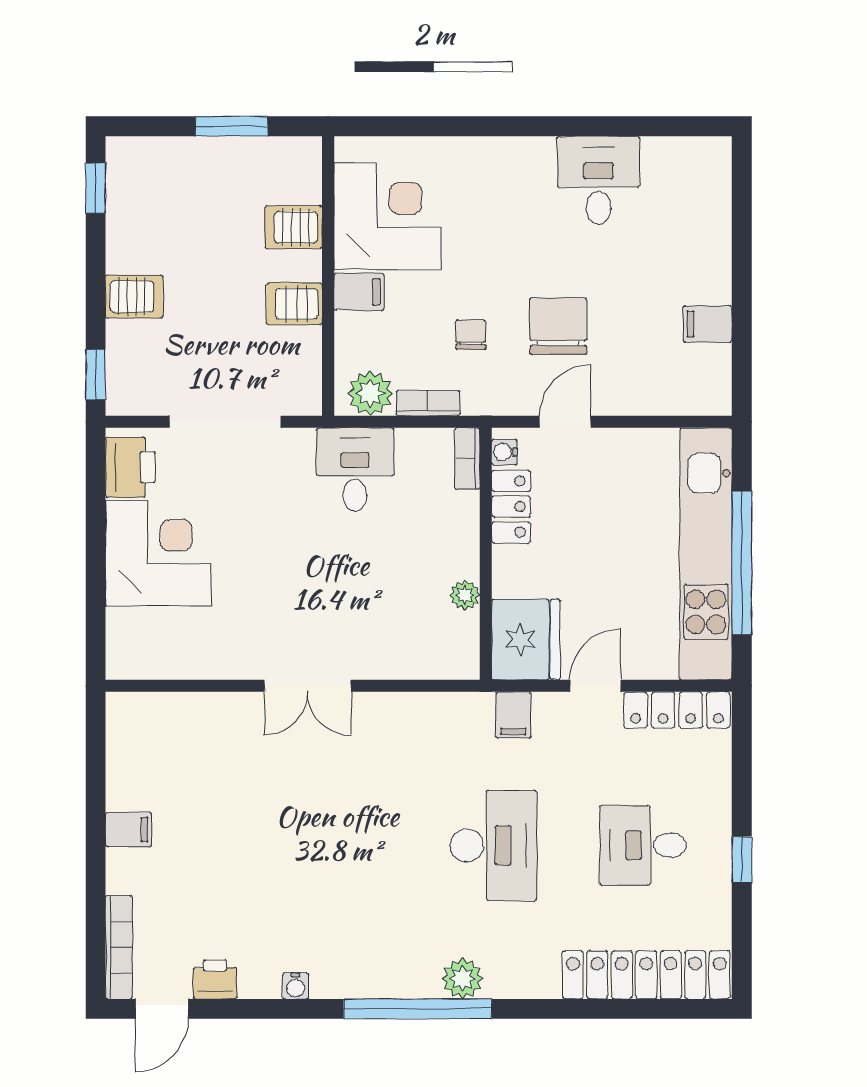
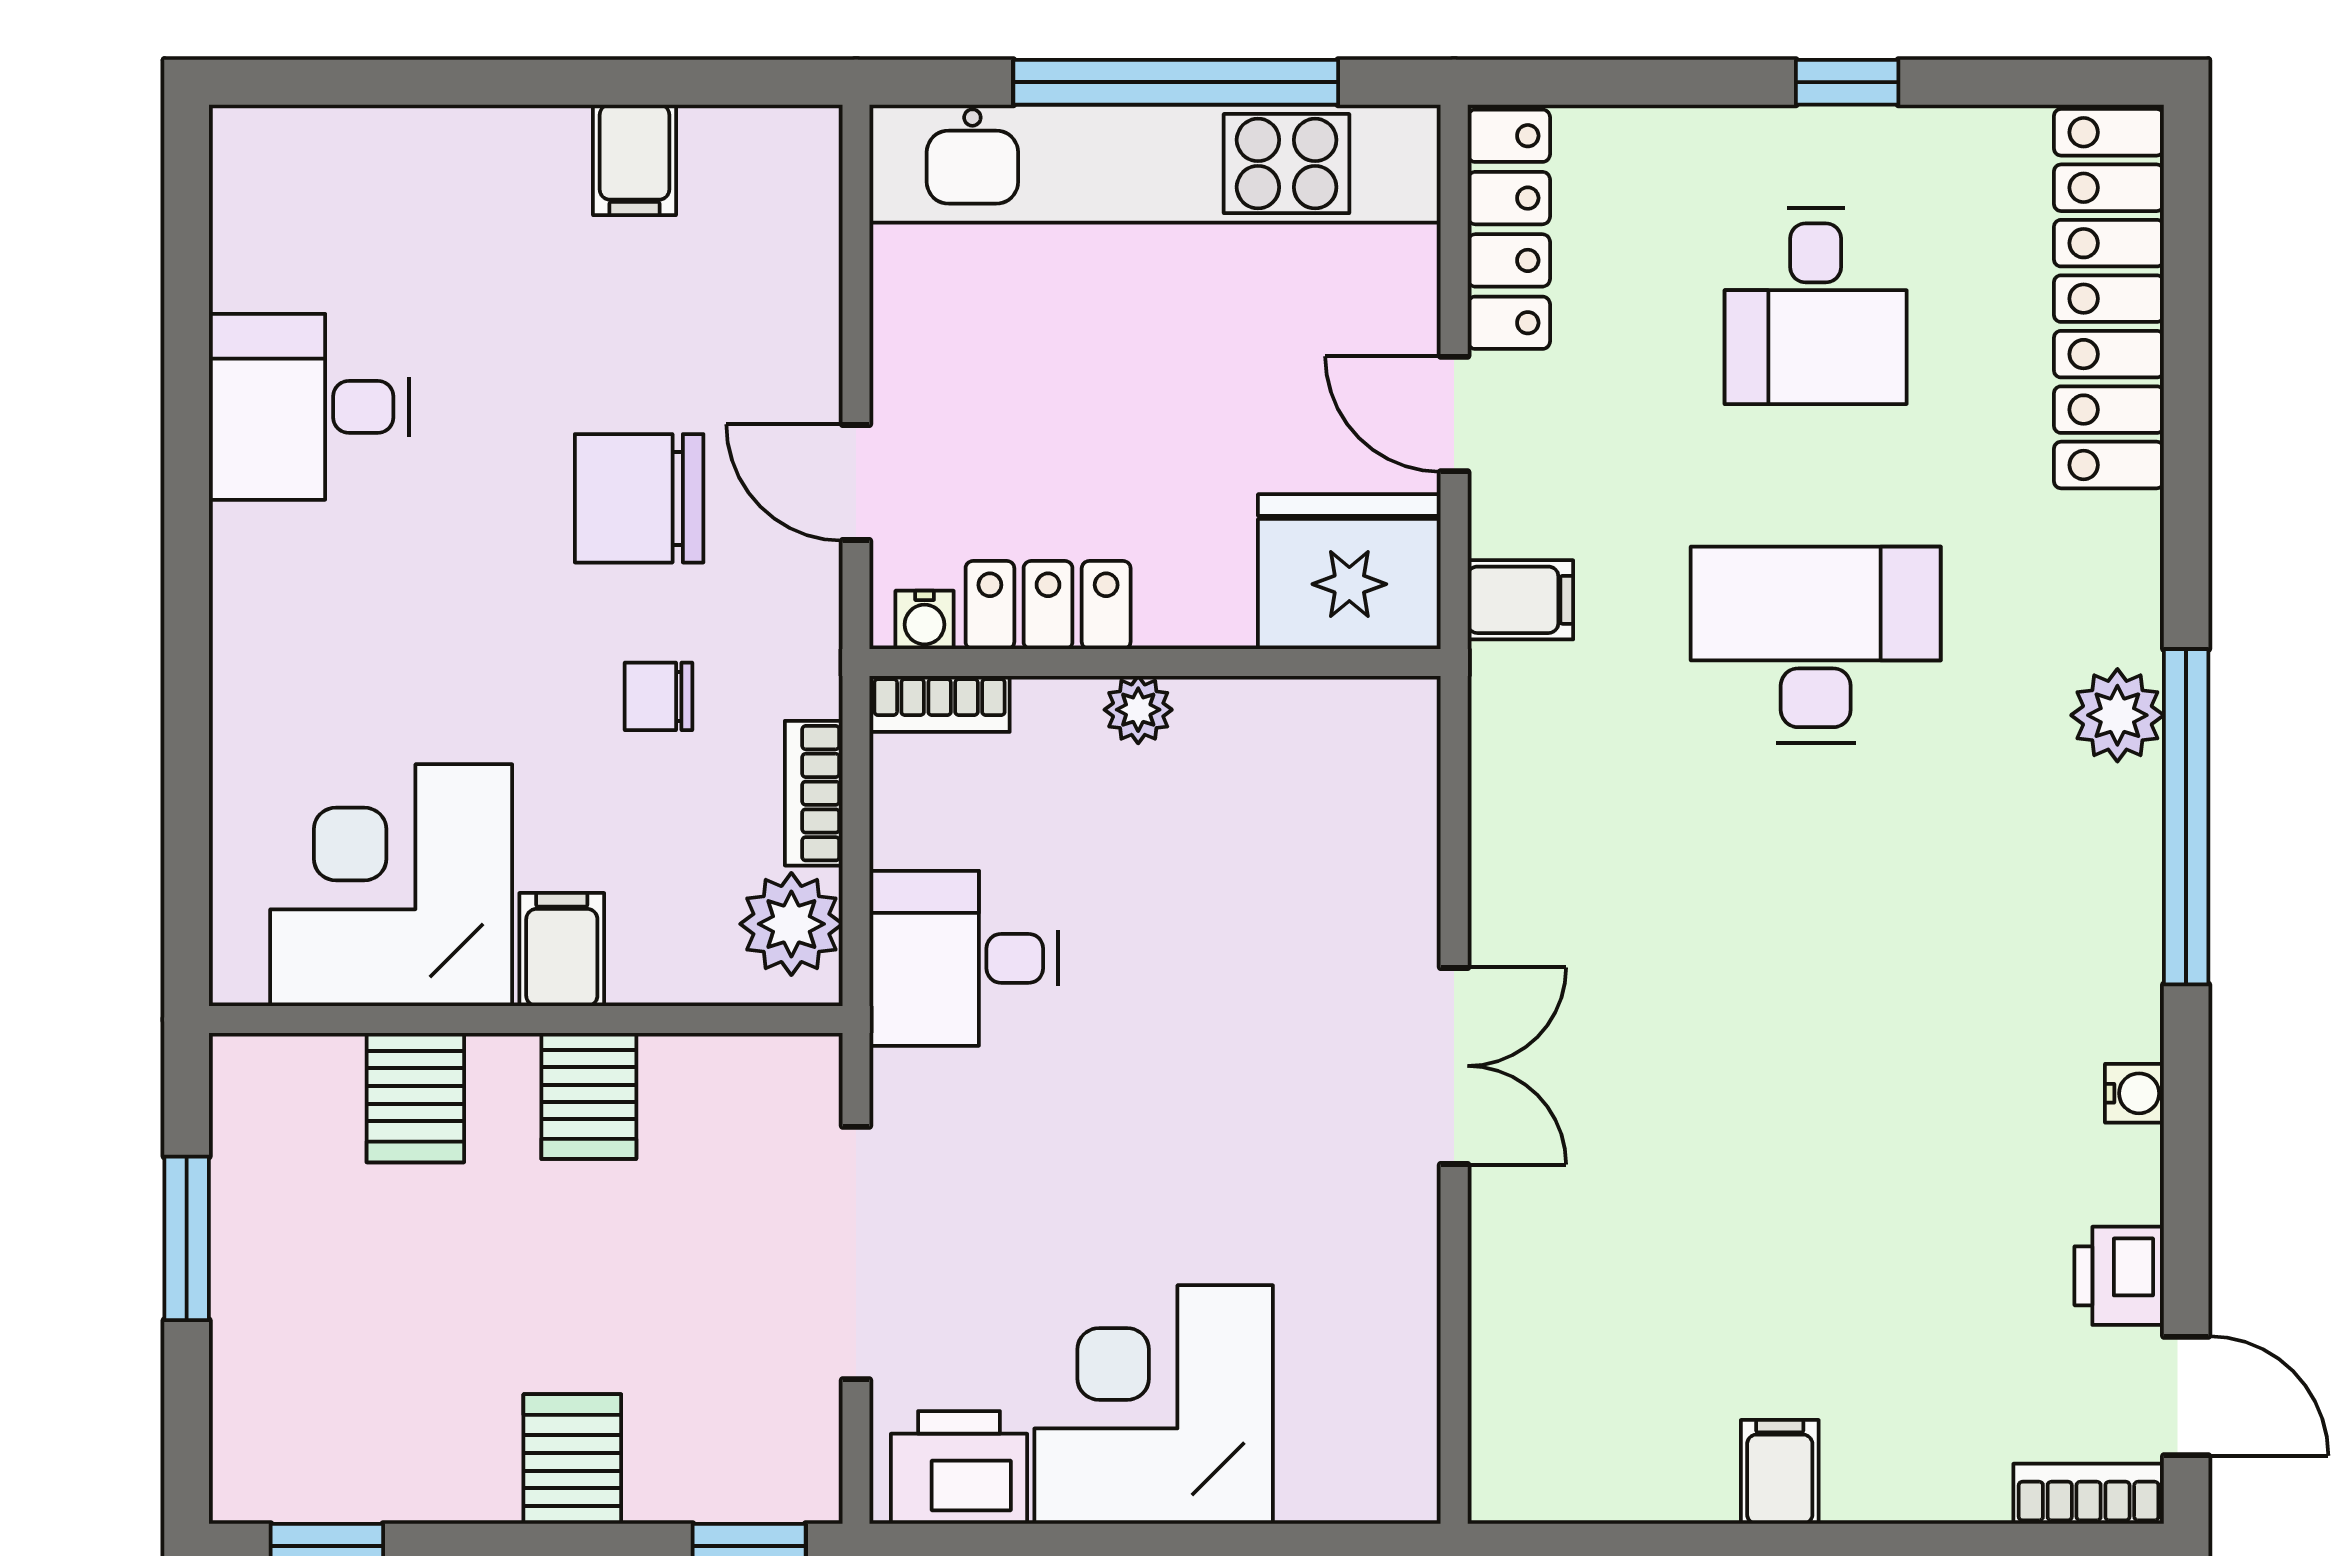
plant: (465, 595) -> (1138, 710), moved
bookcase: (119, 947) -> (2089, 1494), width x0.64

